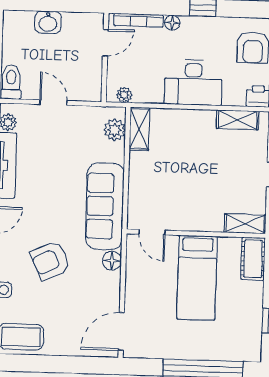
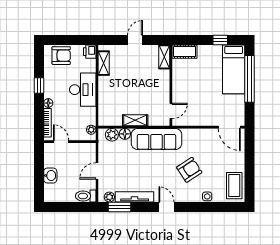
shelving: (139, 129) -> (135, 120), moved
armchair: (50, 260) -> (189, 170), turned -98
floor lamp: (112, 261) -> (125, 134), moved
bed: (197, 278) -> (234, 69), moved, turned 90

